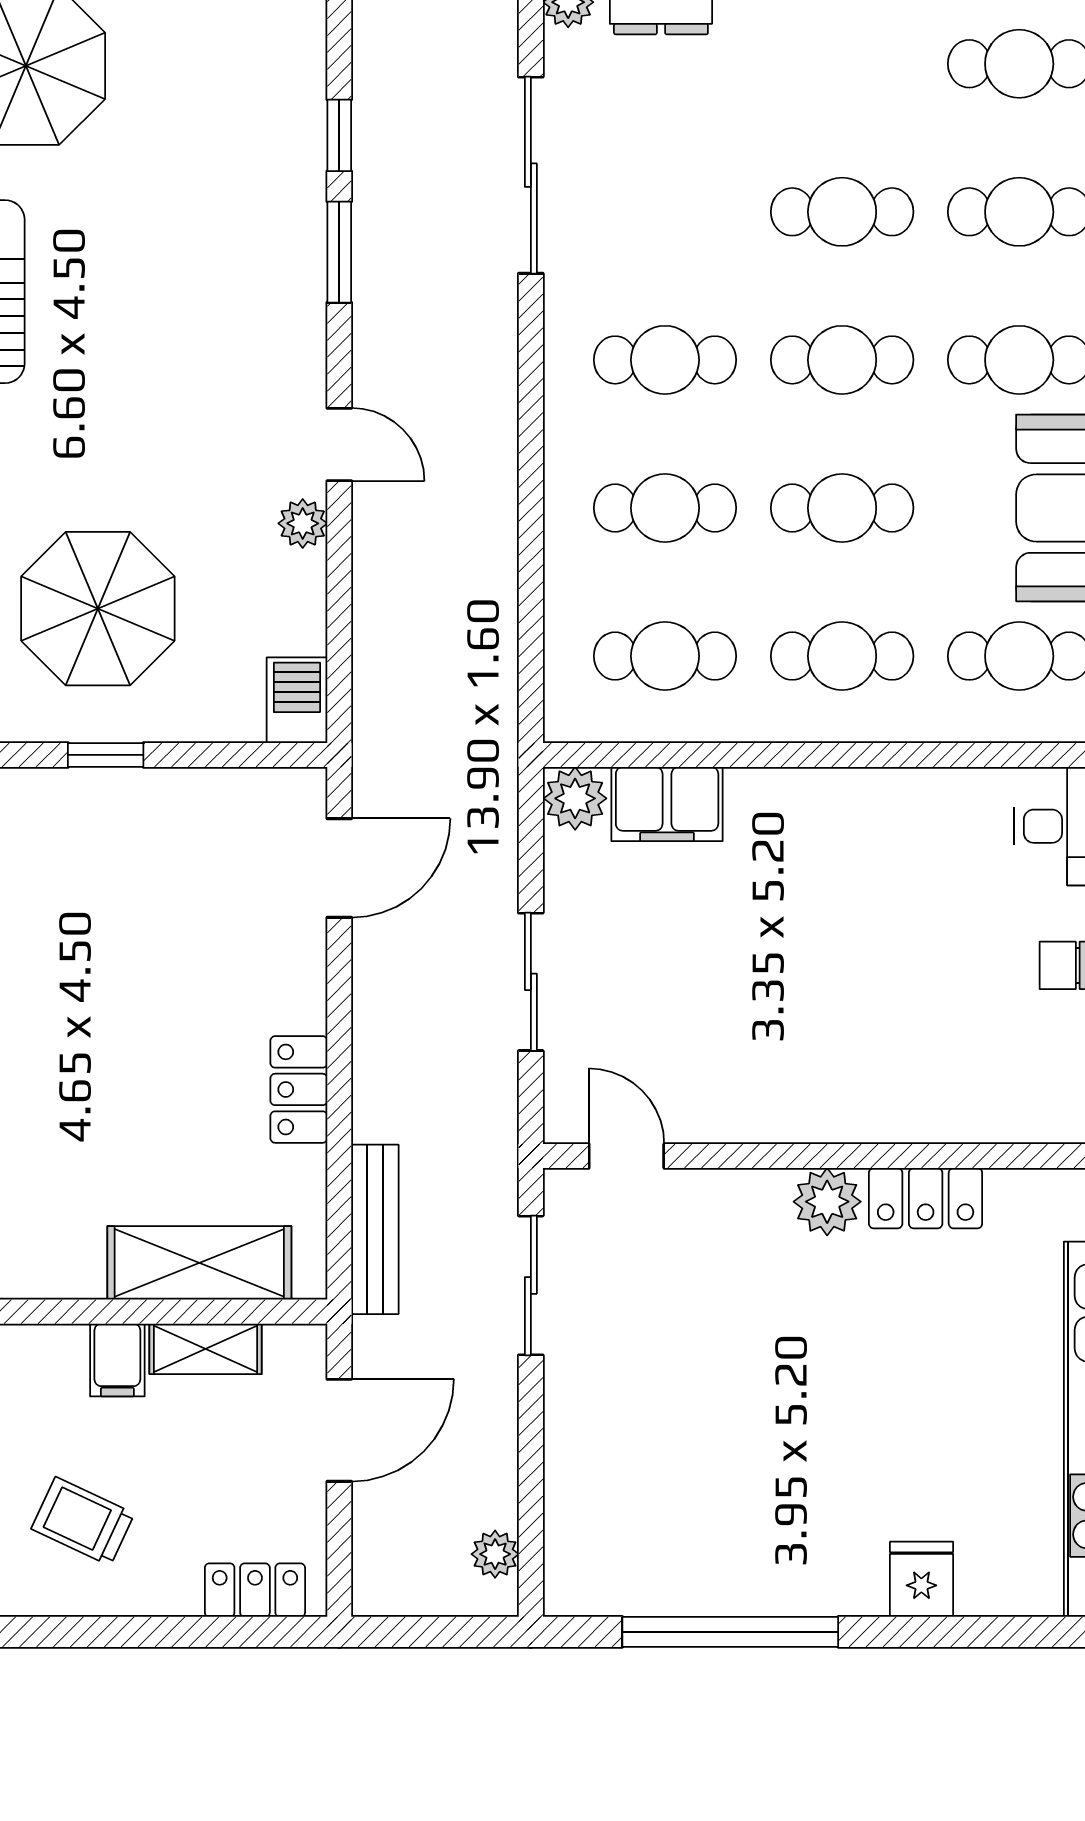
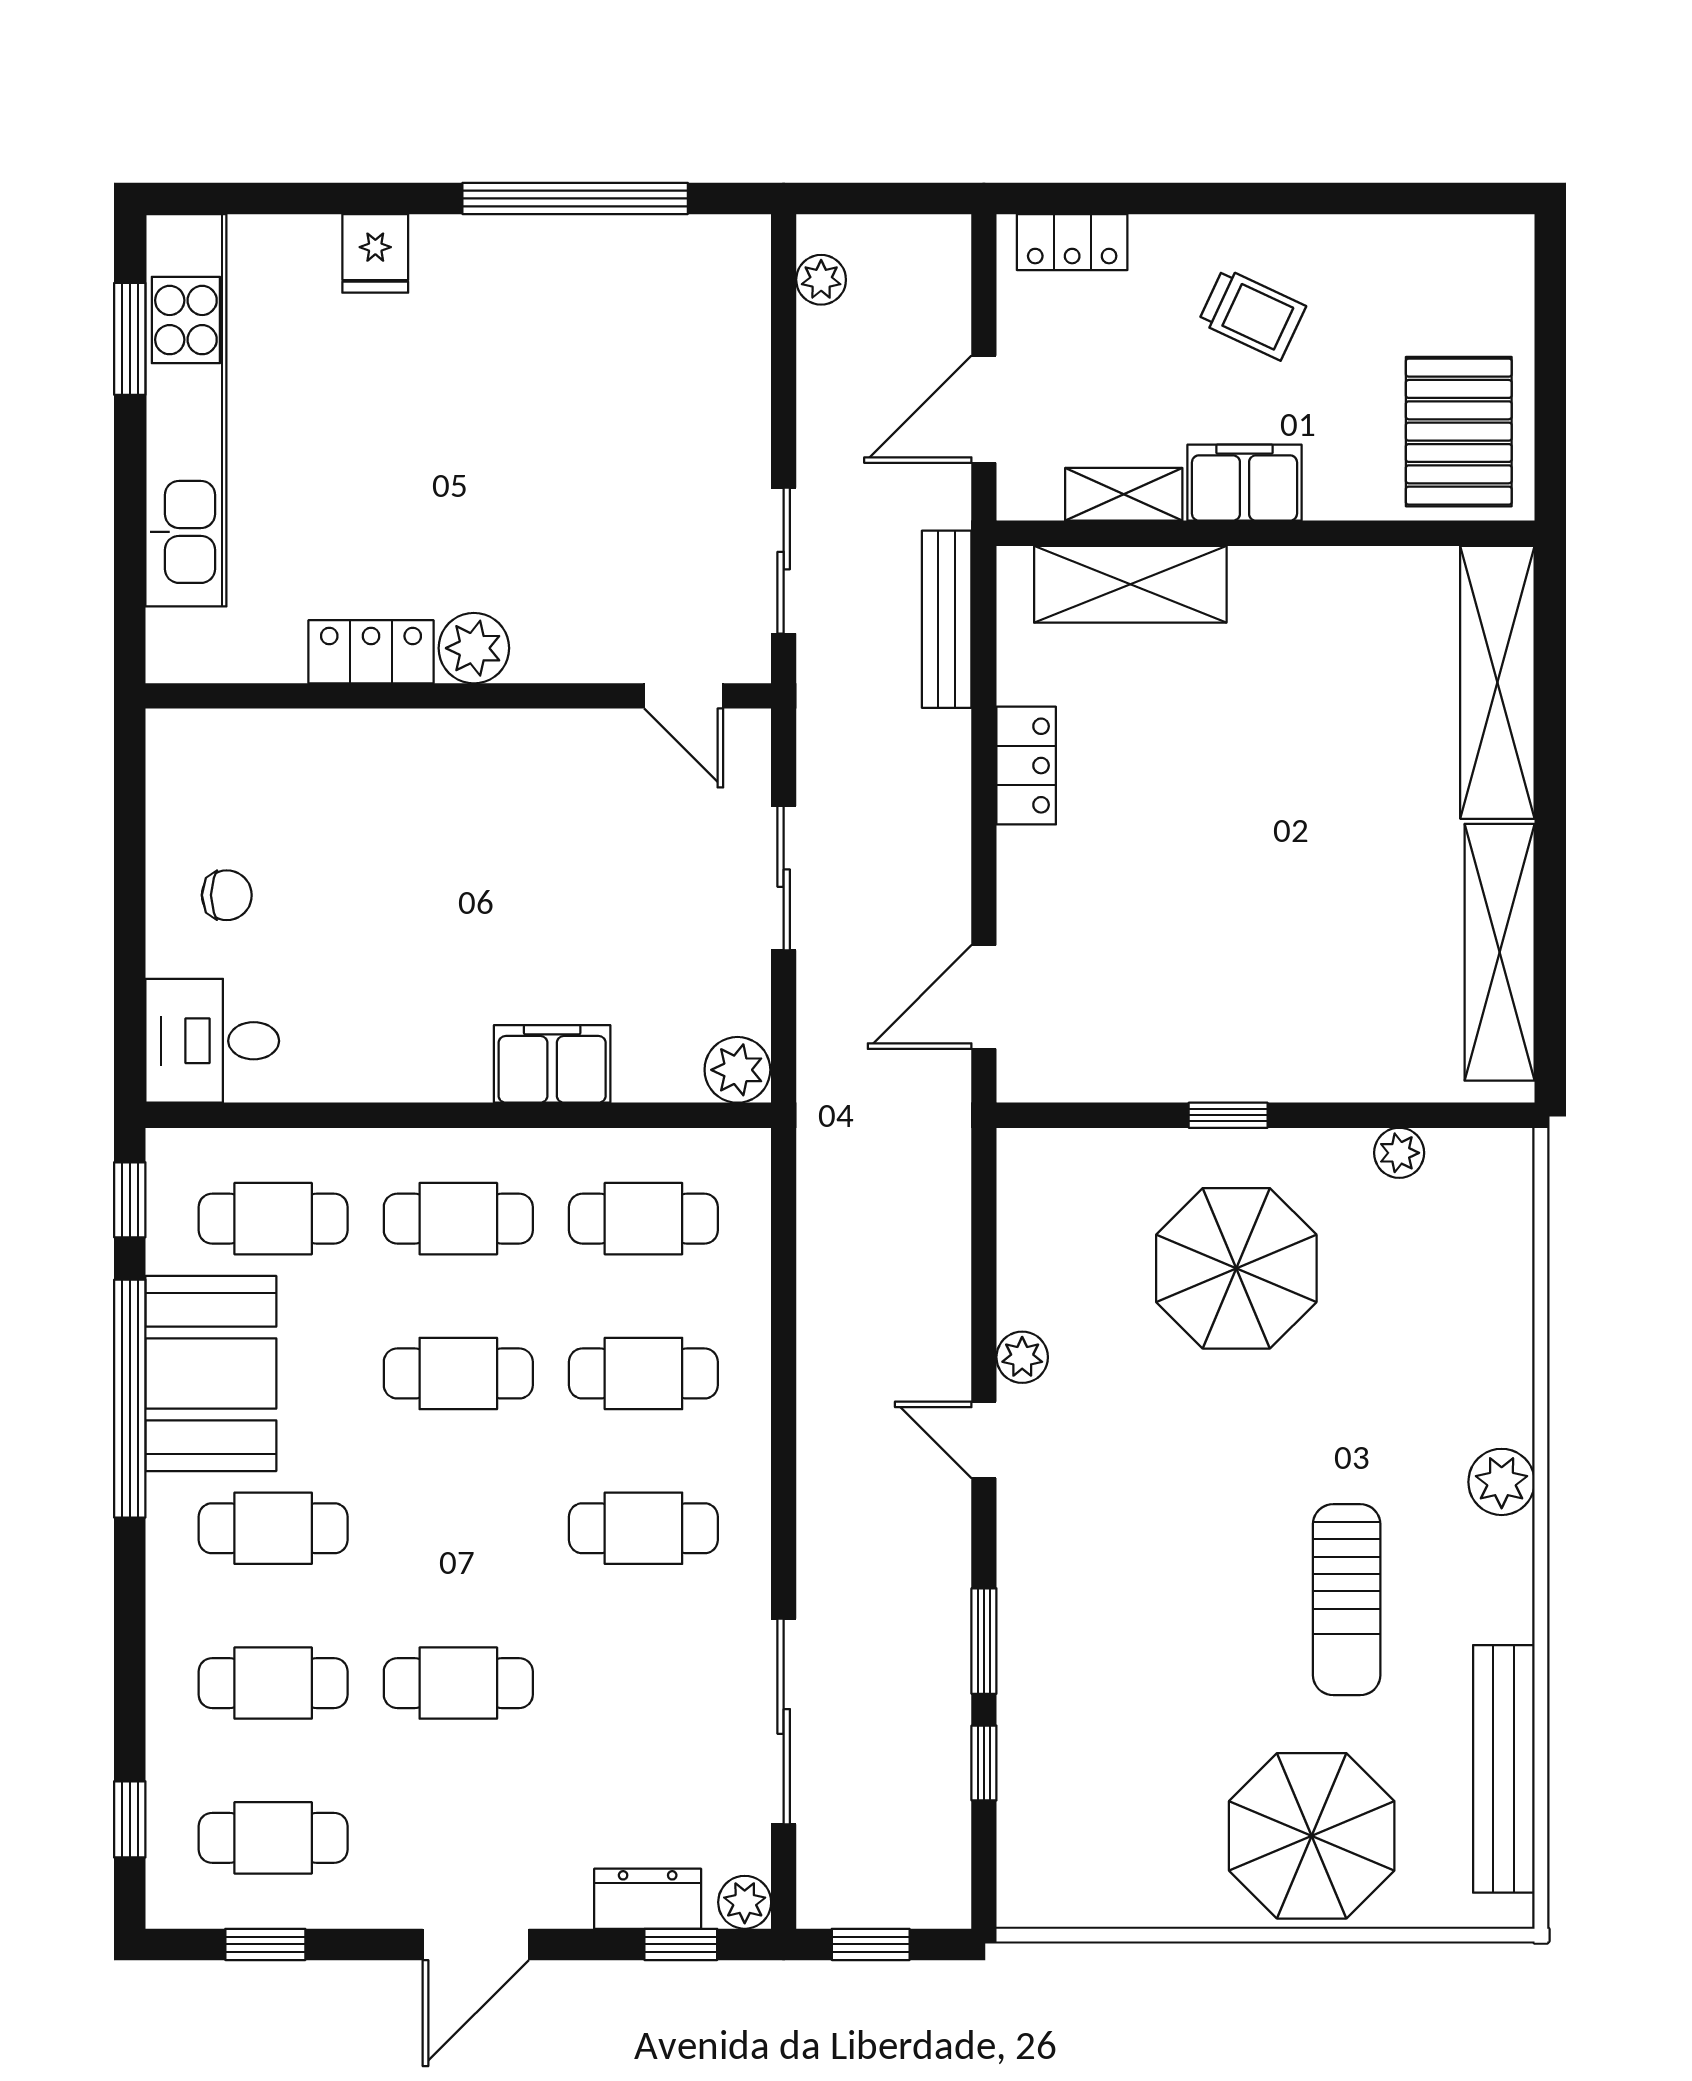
cafe table: (842, 360) -> (458, 1528), removed
barbecue: (297, 700) -> (1028, 1172), removed
filing cabinet: (667, 804) -> (552, 1064), moved
filing cabinet: (117, 1360) -> (1244, 483), width x2.00

